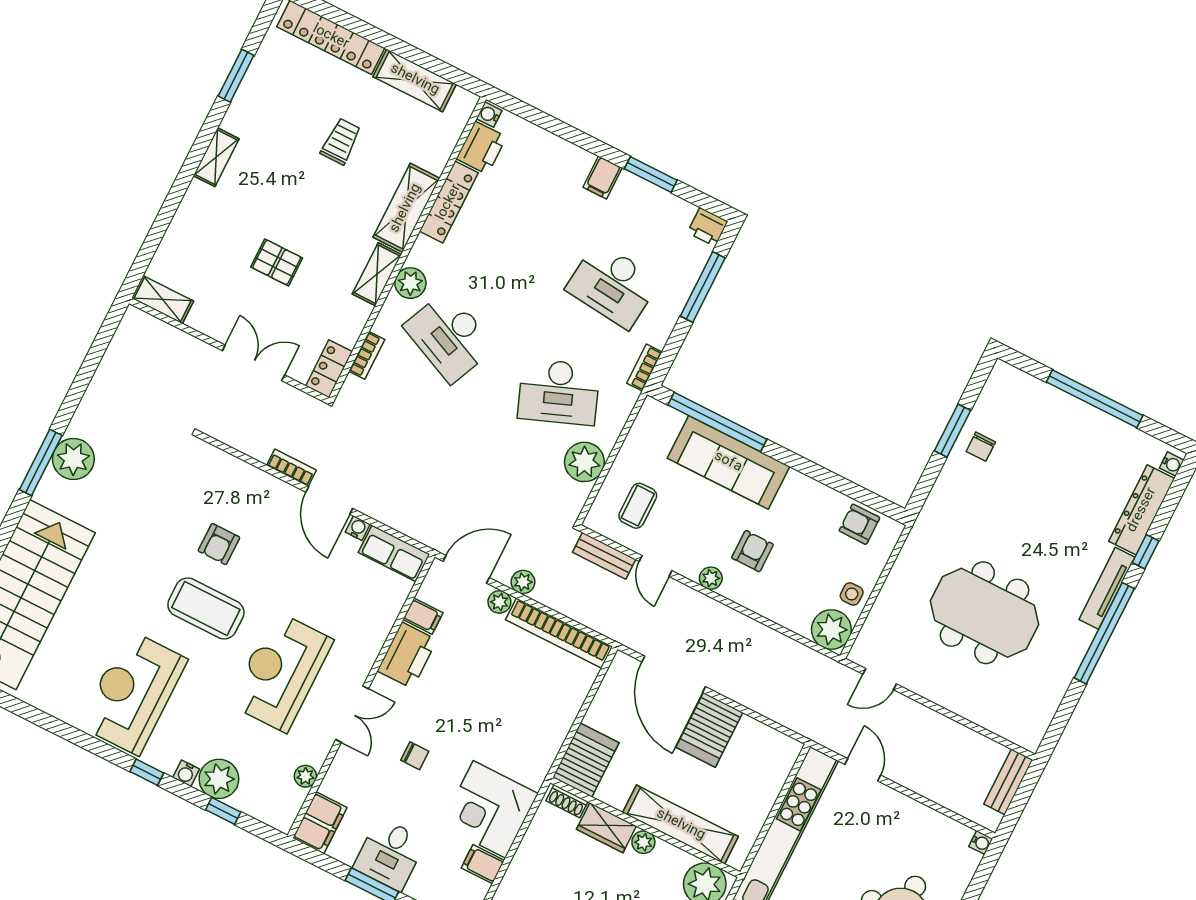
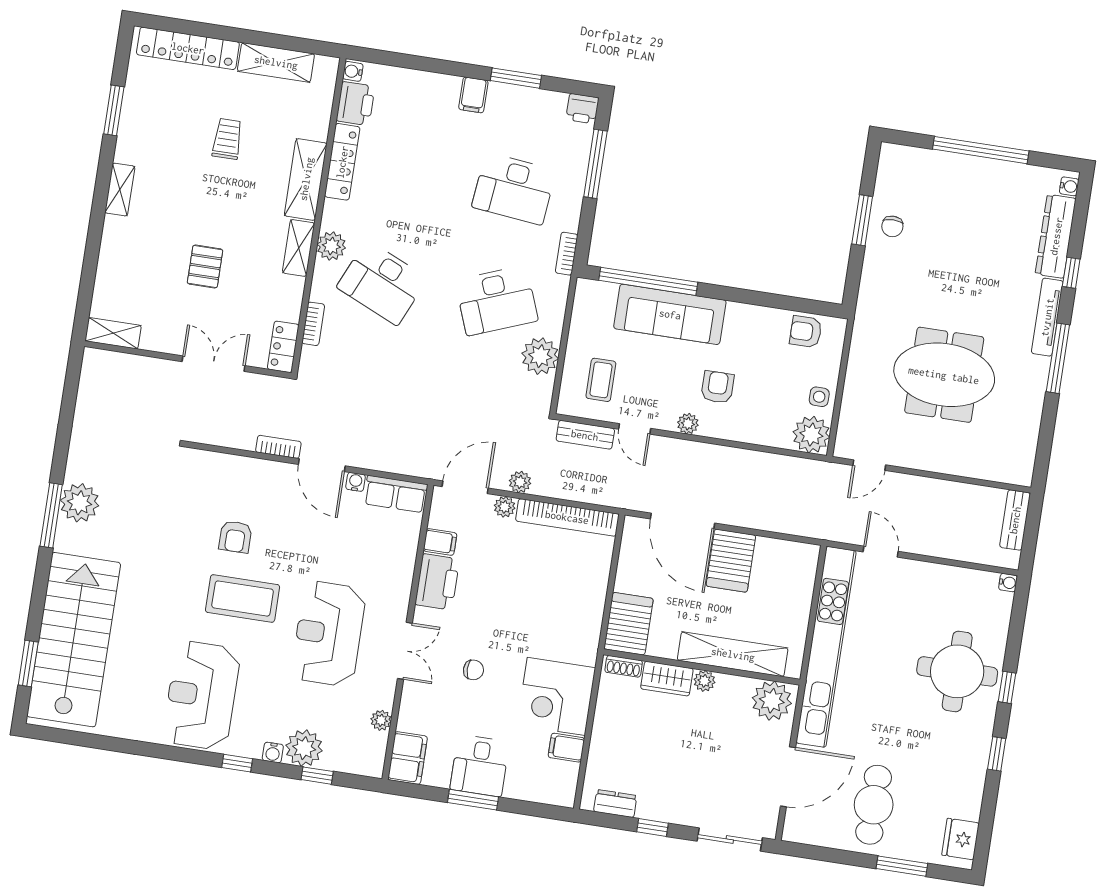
pallet: (277, 262) -> (205, 267), turned 90
window: (1104, 633) -> (1058, 358), width x0.68

